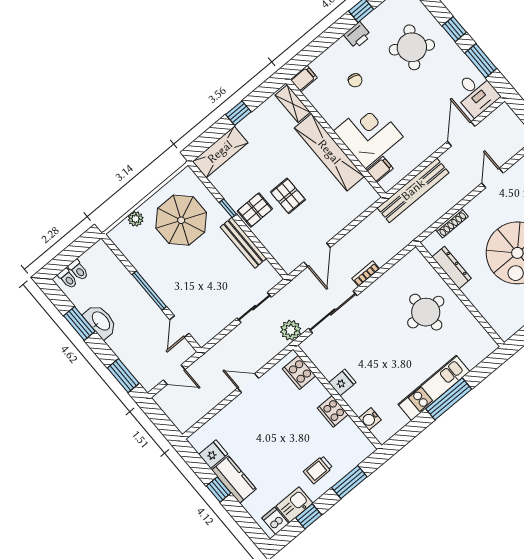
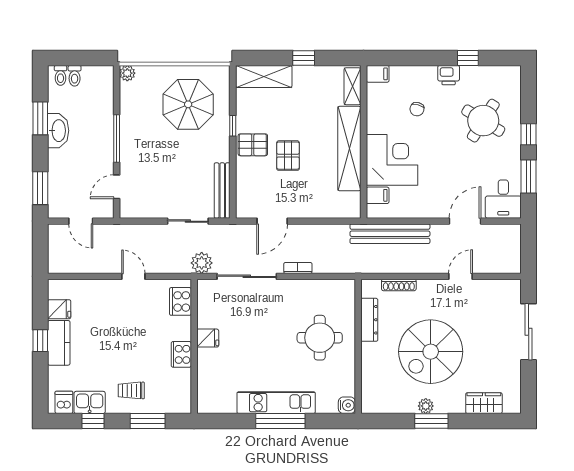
plant: (136, 219) -> (127, 73), moved
bench: (243, 243) -> (222, 191), moved
water cooler: (370, 419) -> (347, 405), moved, turned 180

